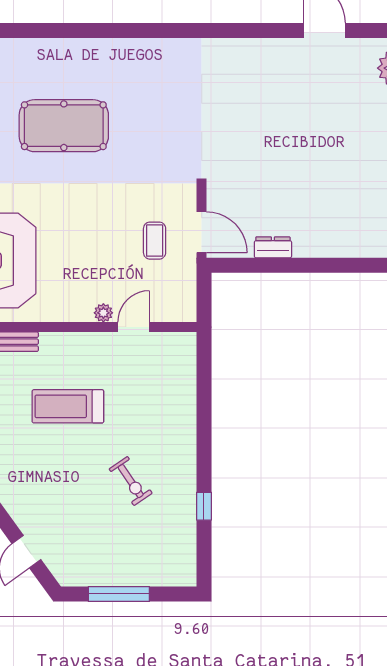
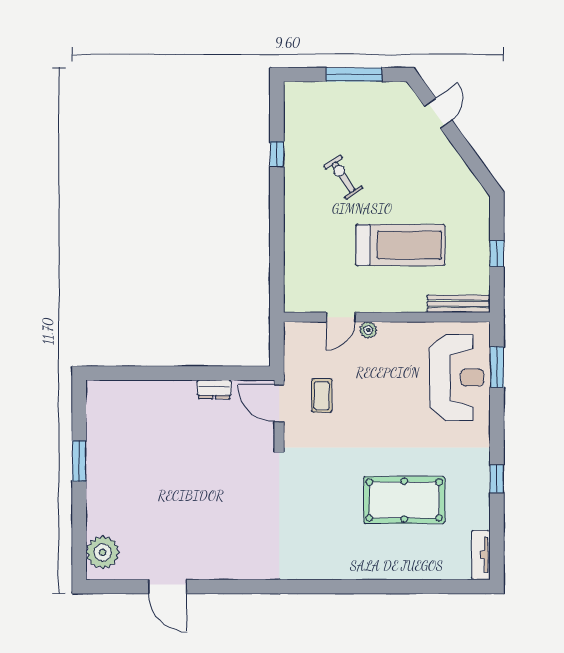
treadmill: (68, 406) -> (400, 245), width x1.37, depth x1.38

